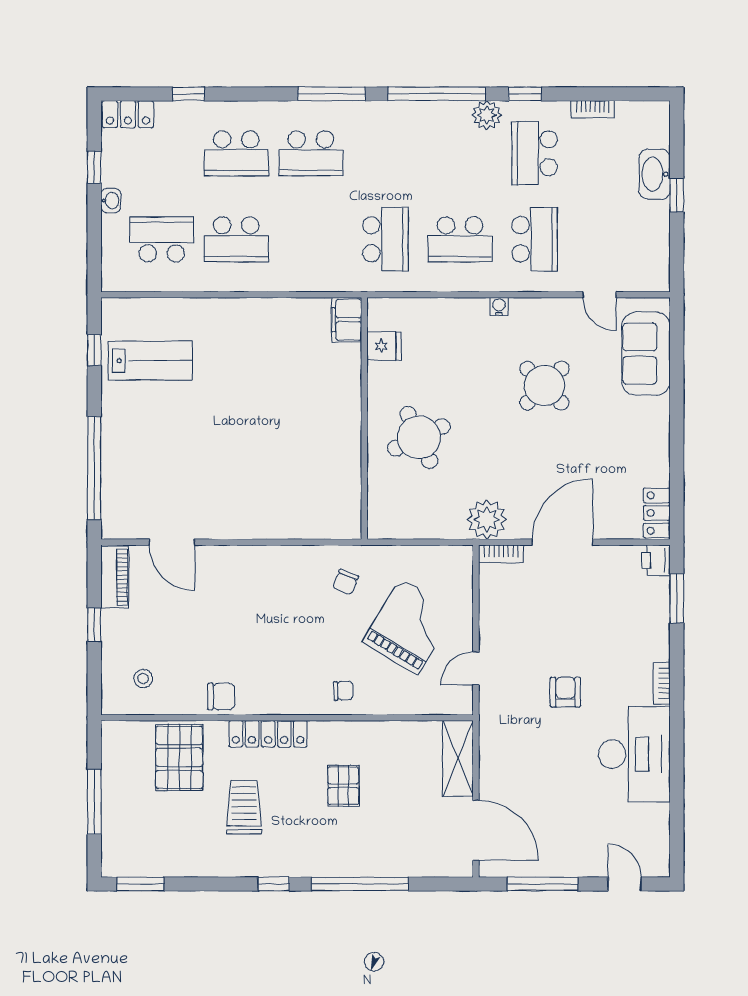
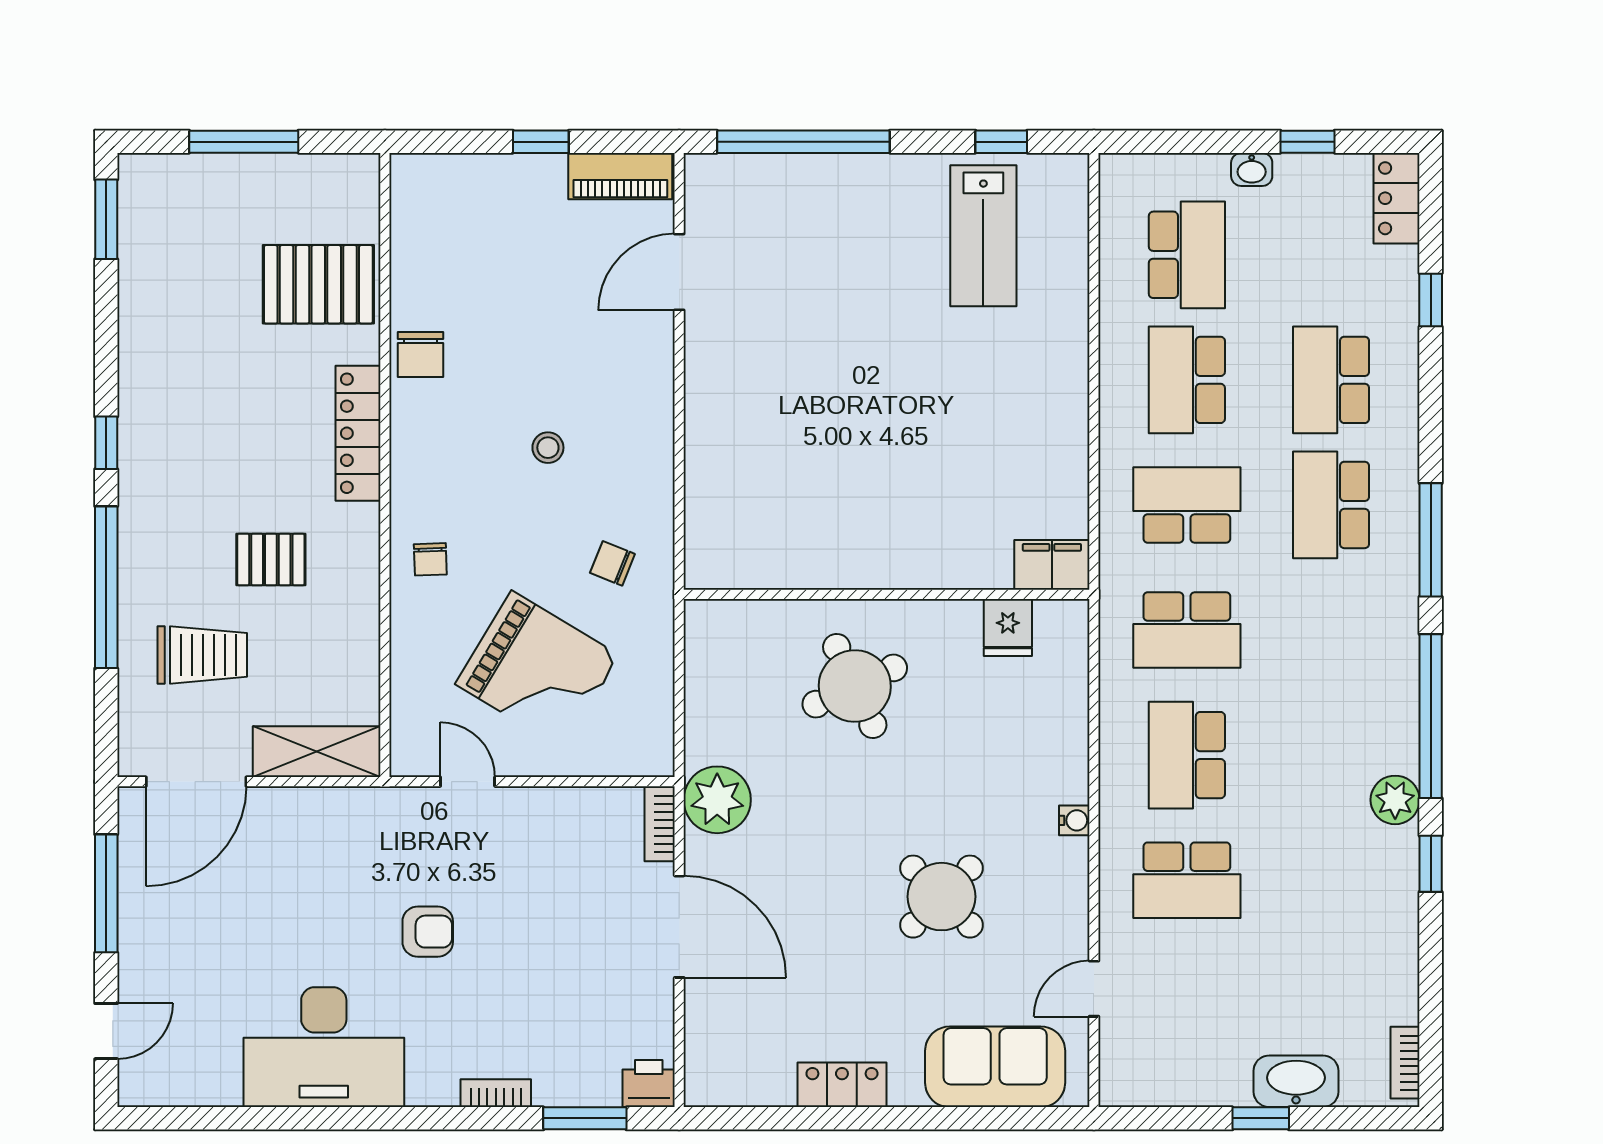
bookcase: (593, 109) -> (1405, 1063), moved
school desk: (535, 153) -> (1187, 505), moved
locker: (657, 513) -> (842, 1085), moved
stool: (143, 679) -> (548, 448), moved
bookcase: (662, 683) -> (496, 1093), moved
trolley: (244, 807) -> (202, 655), moved

